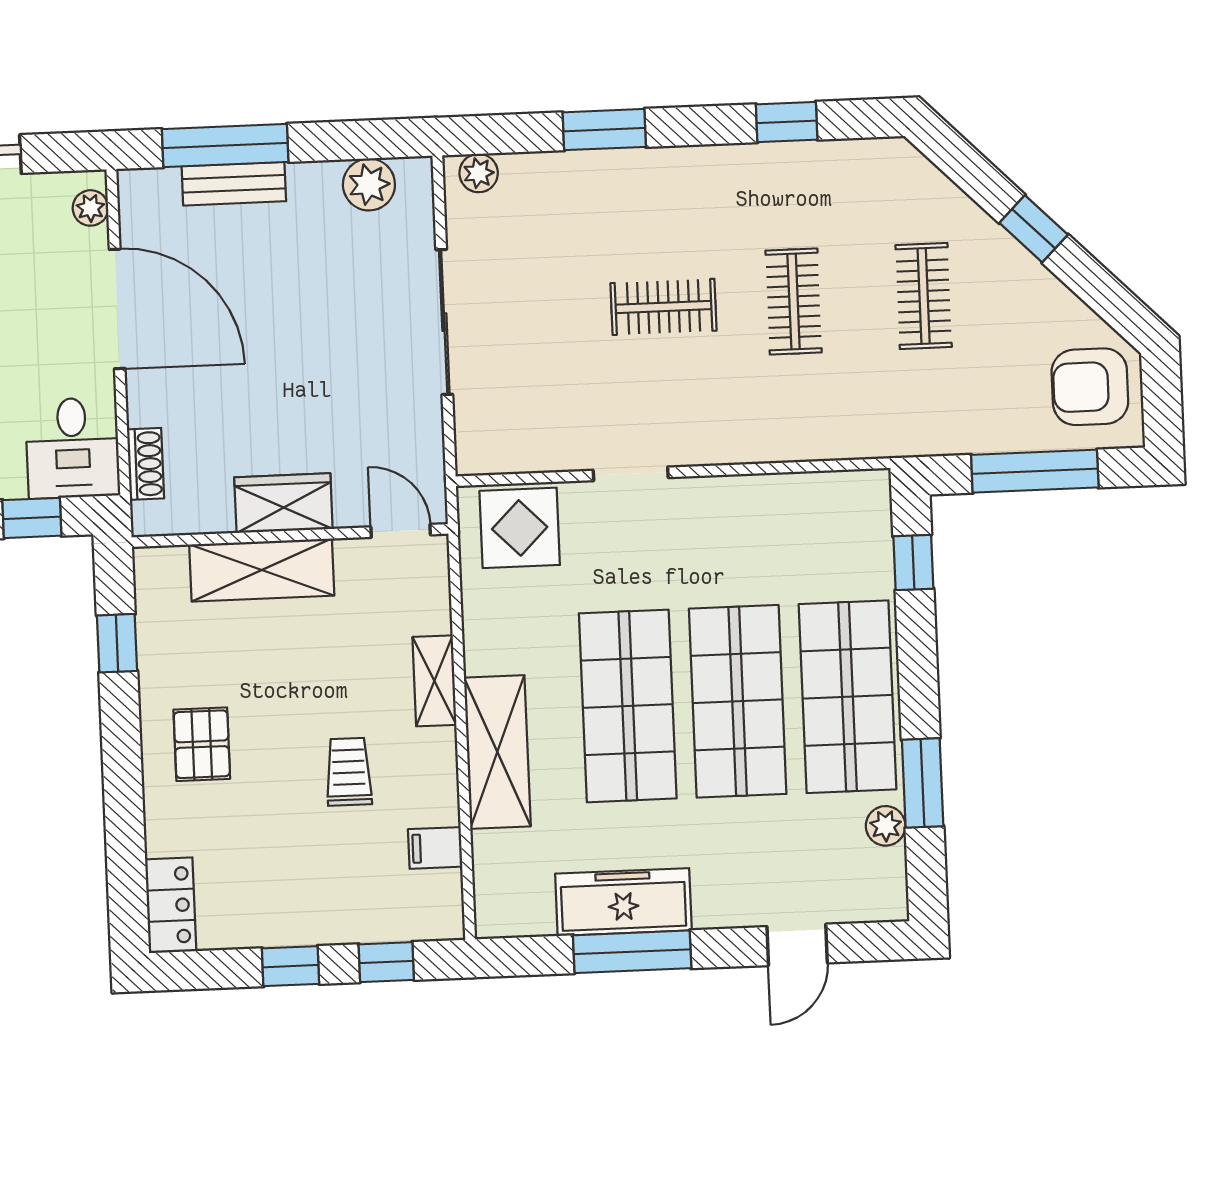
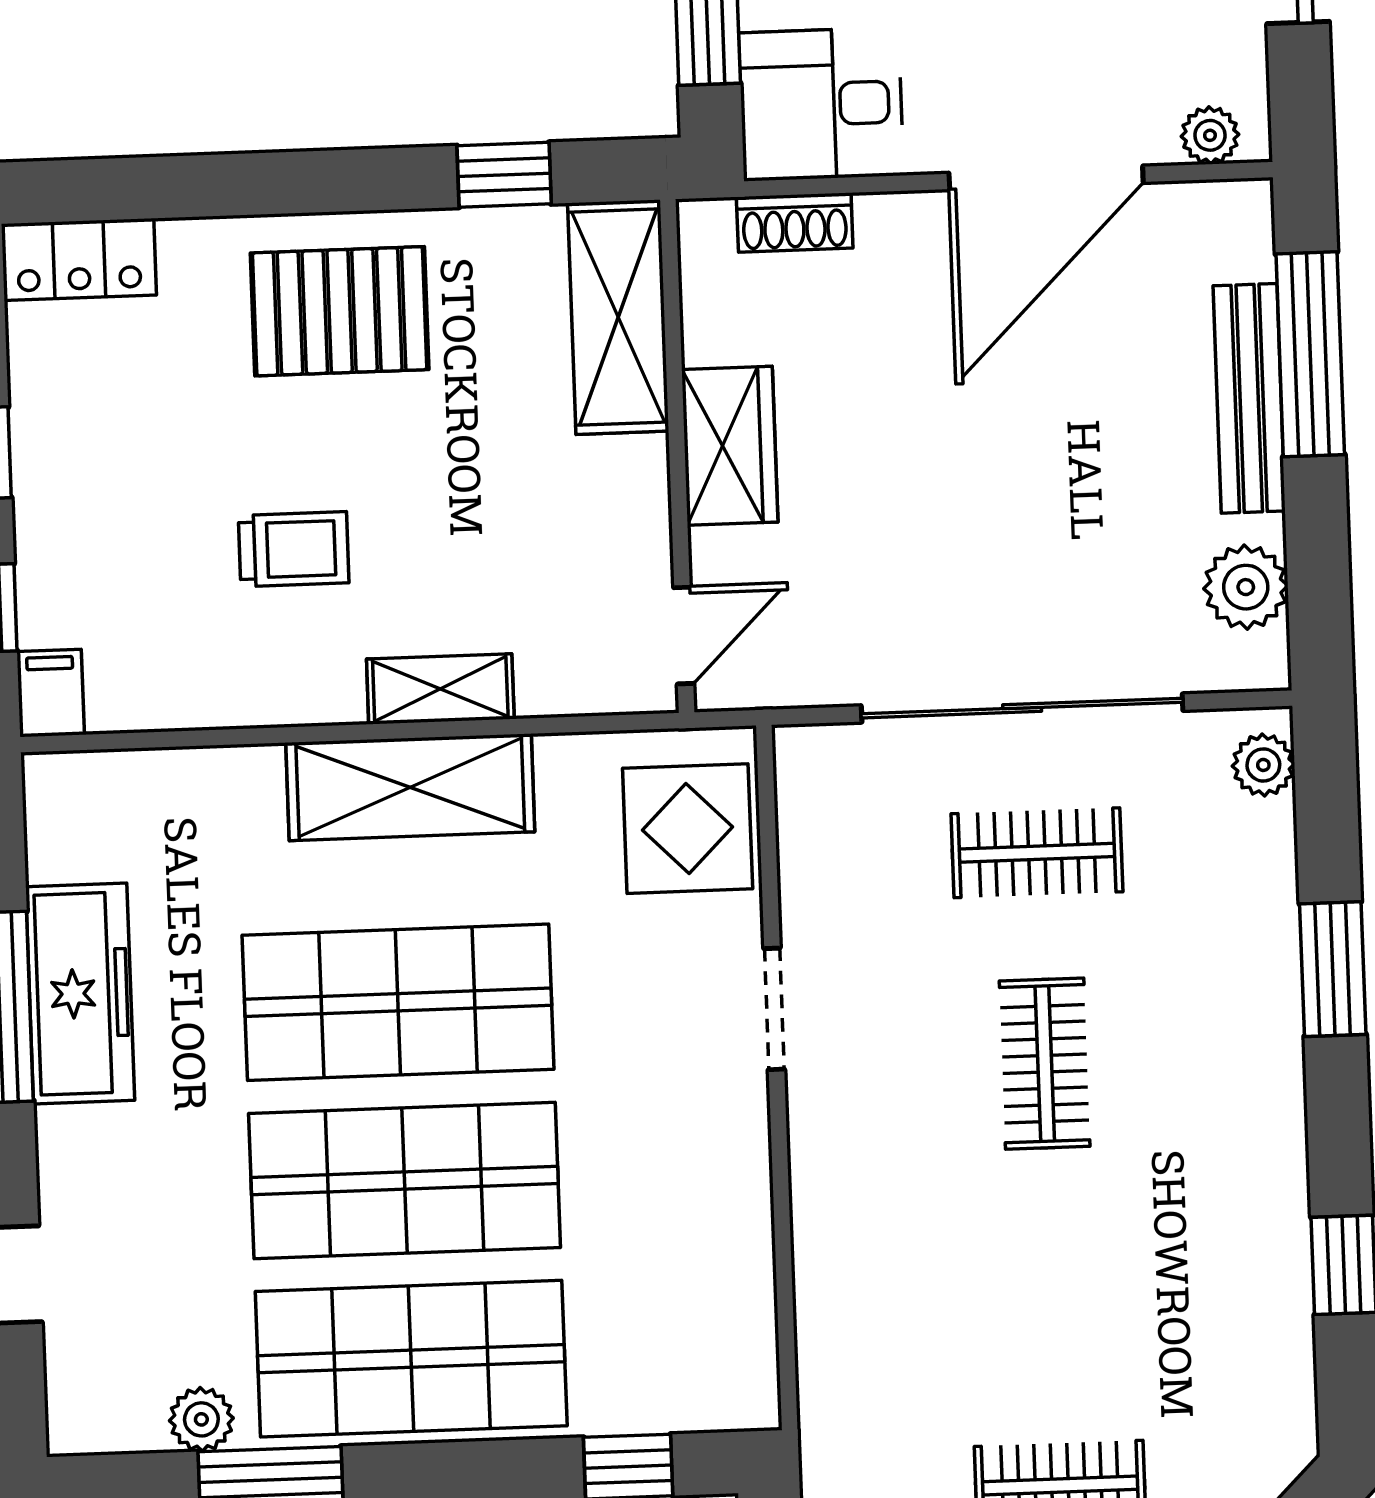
bench: (234, 184) -> (1249, 398), width x1.36
clothes rail: (794, 301) -> (1037, 853), moved
sliding door: (444, 322) -> (1022, 708), width x1.36
shelving: (262, 570) -> (618, 317), moved
pallet: (202, 744) -> (340, 311), width x1.50, depth x1.42
shelving: (497, 752) -> (410, 787), moved
filing cabinet: (435, 848) -> (51, 693), moved

